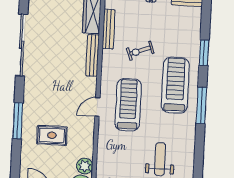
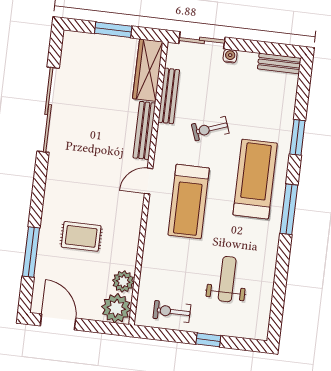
treadmill: (128, 105) -> (189, 202), turned 180
door: (97, 107) -> (149, 181), moved
window: (18, 121) -> (31, 252), moved

